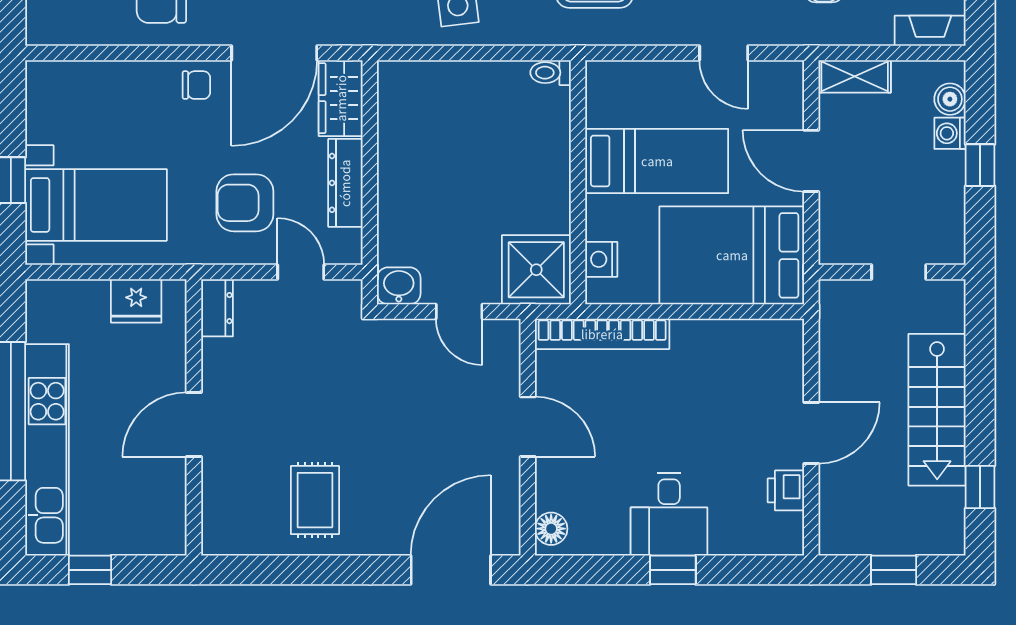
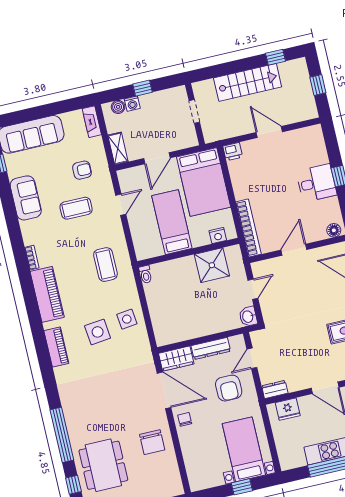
shower: (536, 270) -> (212, 265), moved
fridge: (136, 301) -> (288, 409), moved, turned 90
printer: (786, 490) -> (233, 152), moved

